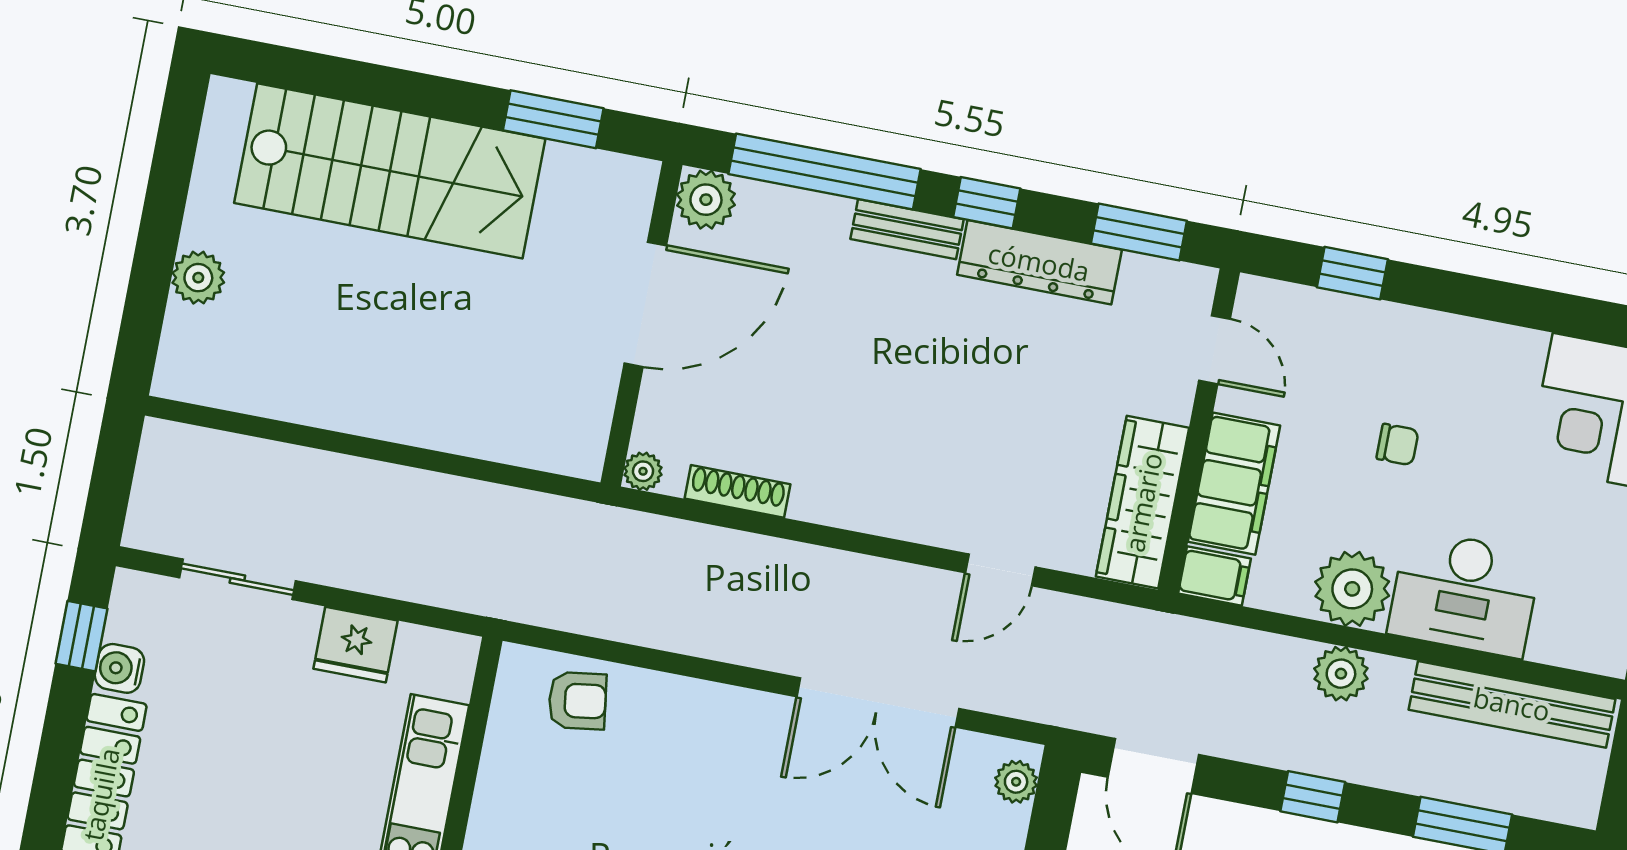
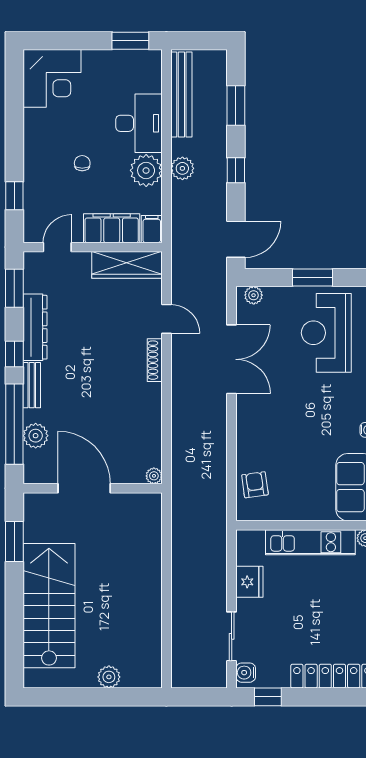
plant: (706, 200) -> (36, 436), moved
shoe rack: (737, 491) -> (155, 360), moved
water cooler: (119, 668) -> (246, 673), moved, turned 90

